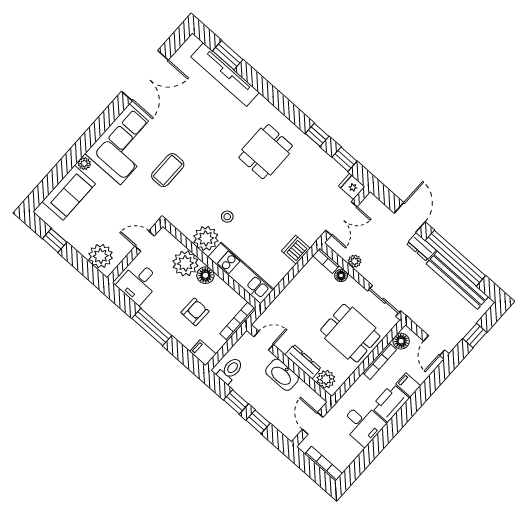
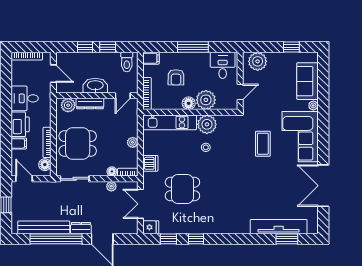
dining table: (266, 152) -> (182, 189), moved, turned 90
plant: (295, 286) -> (133, 142), added

